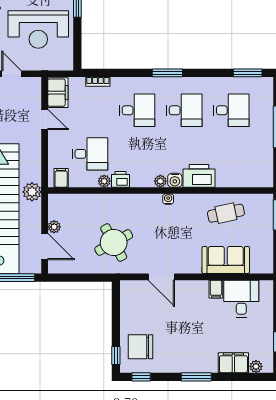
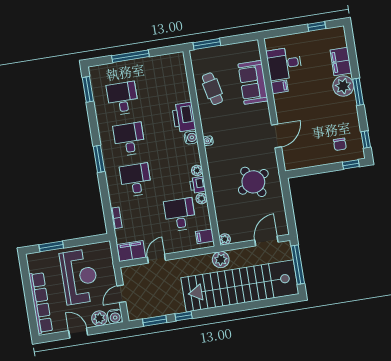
plant: (160, 181) -> (197, 170), moved
plant: (54, 227) -> (225, 239), moved
chair: (140, 347) -> (340, 144), width x0.54, depth x0.54
plant: (256, 366) -> (343, 86), moved, width x1.88, depth x1.88

